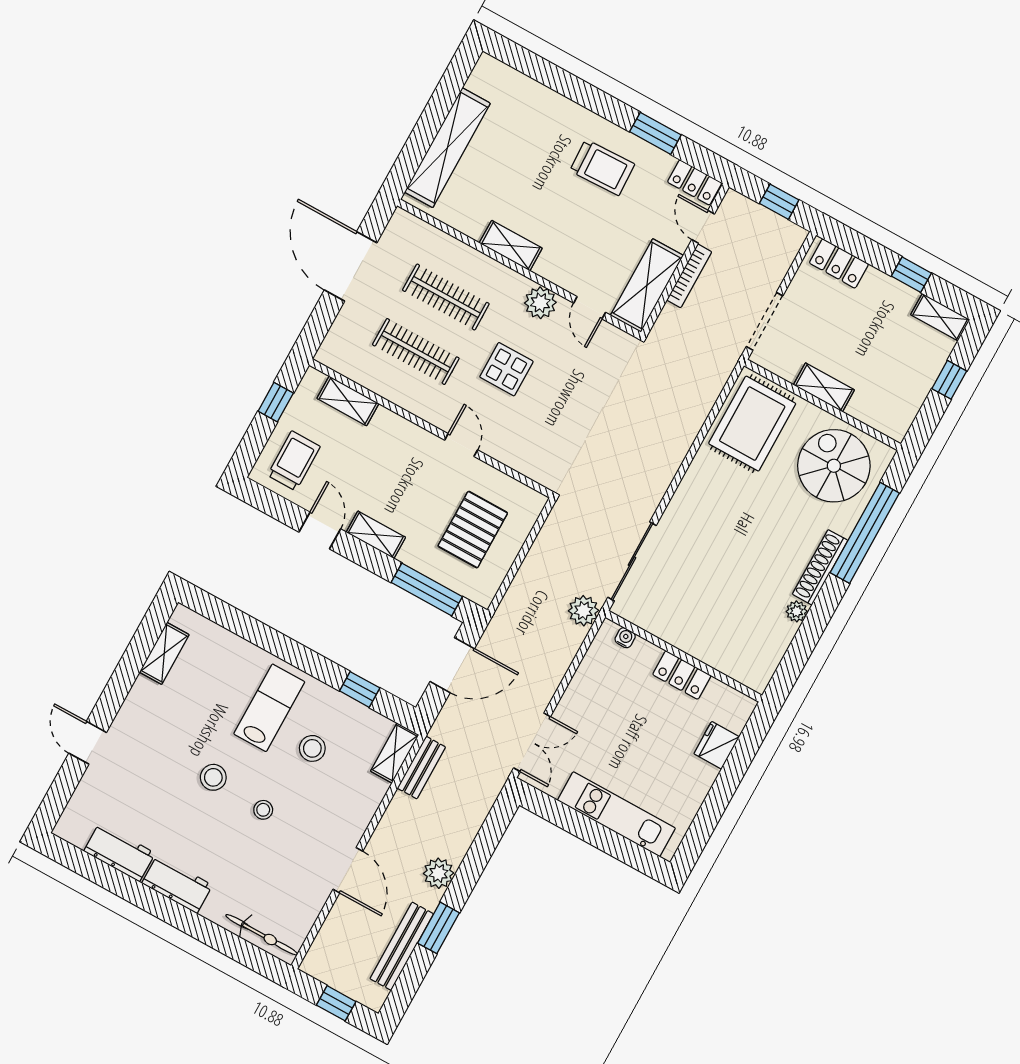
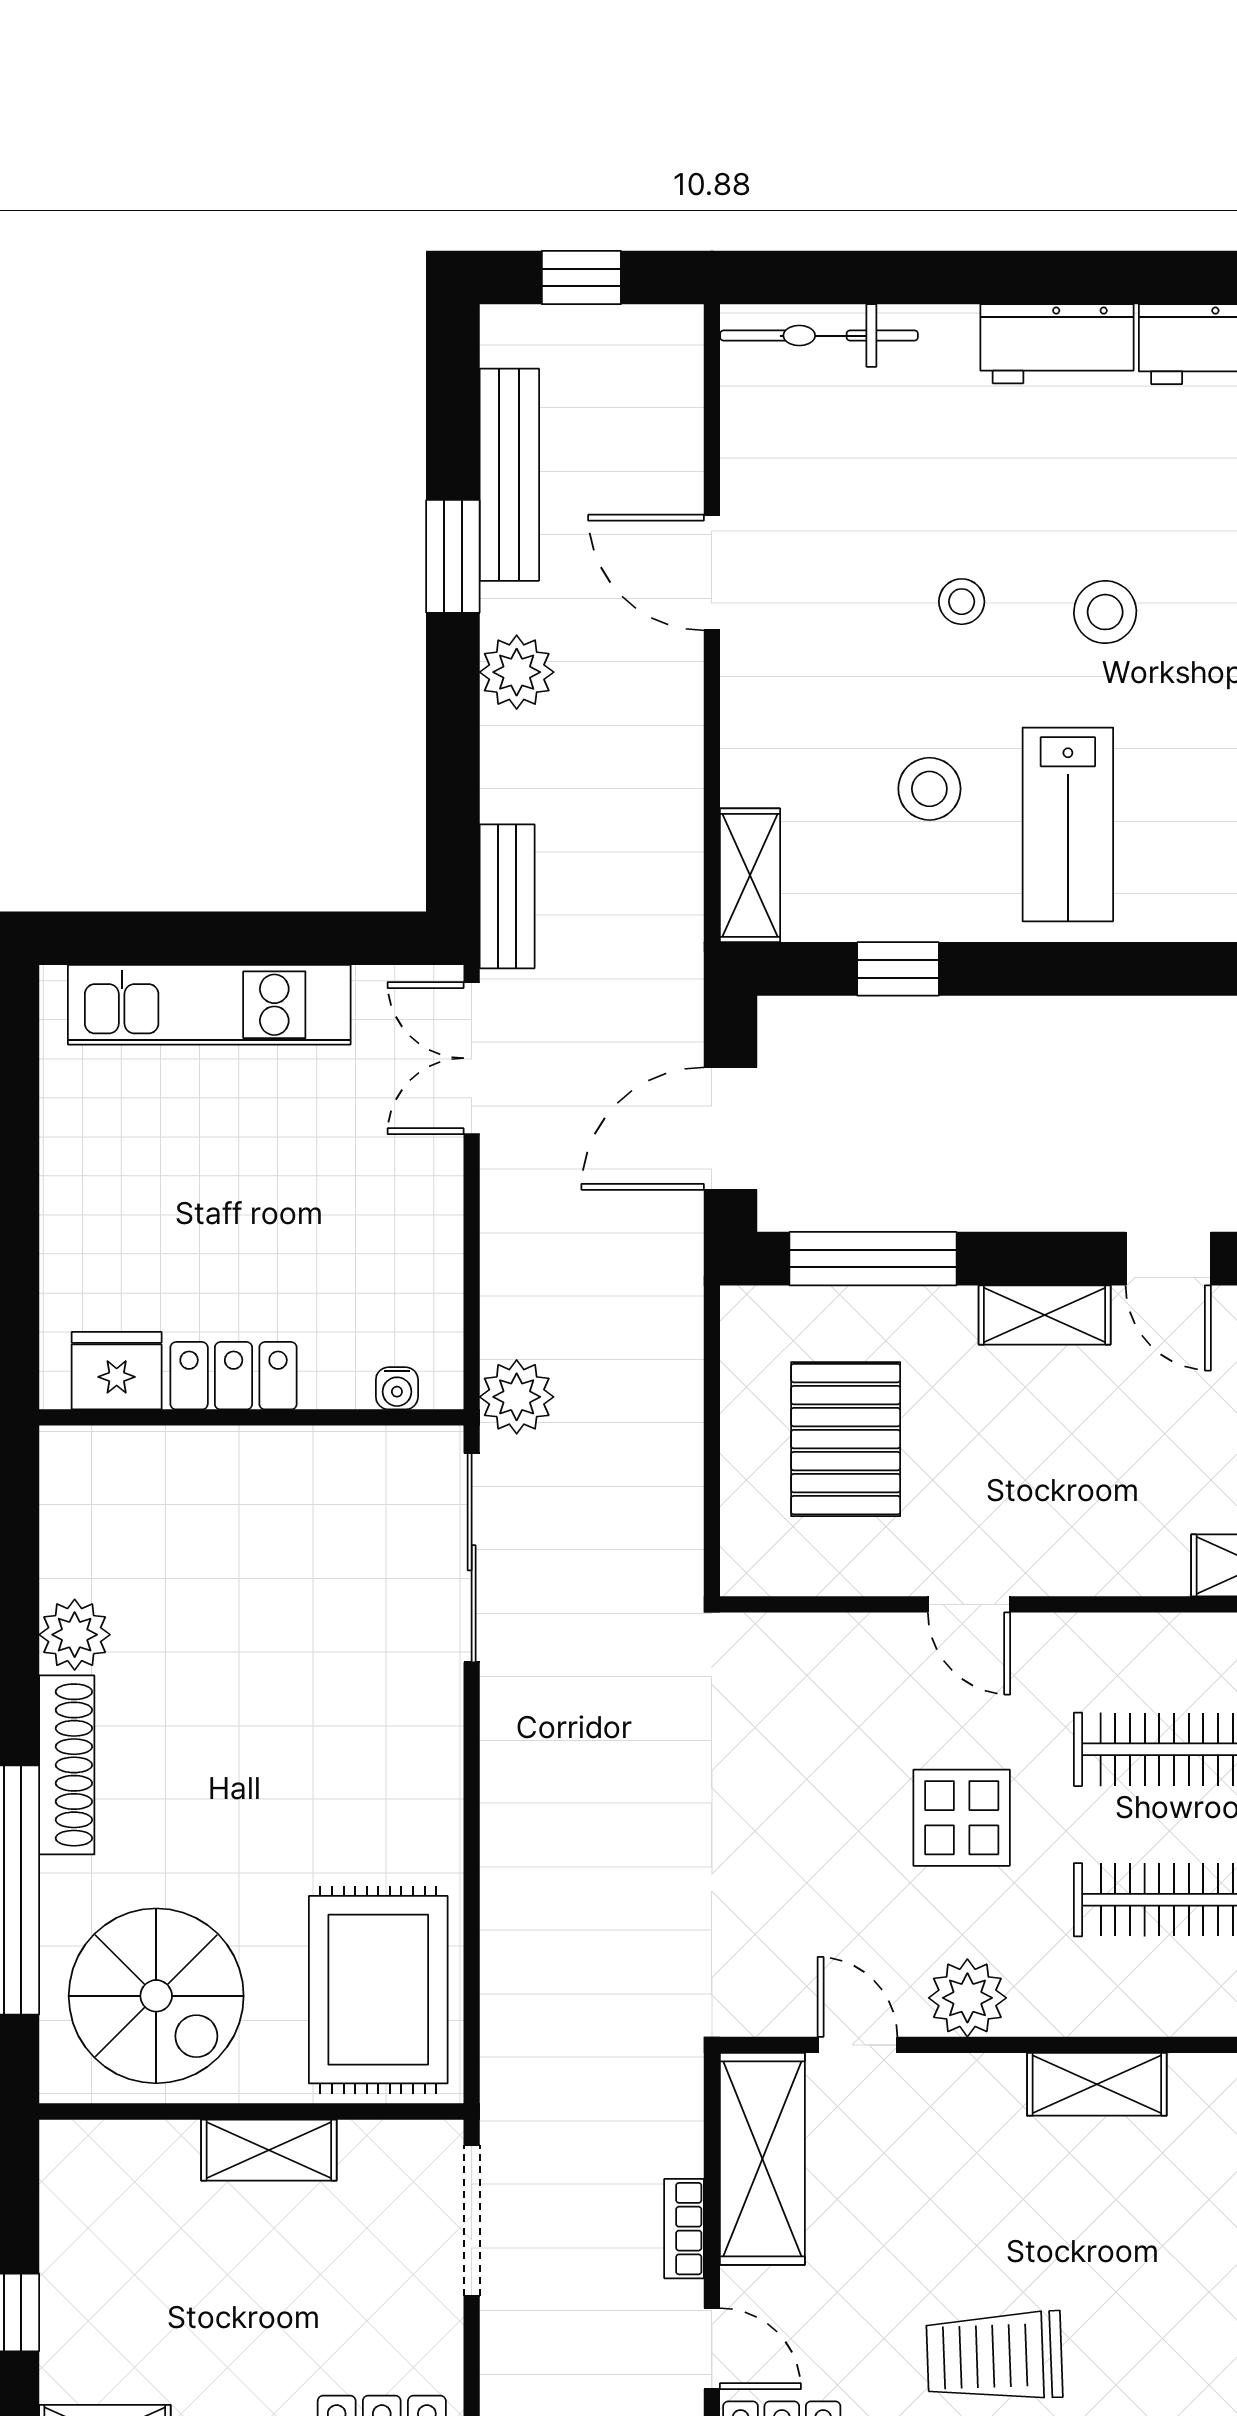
bookcase: (689, 276) -> (684, 2229), width x0.64
plant: (797, 611) -> (75, 1635), width x1.38, depth x1.38
fridge: (717, 745) -> (117, 1371), moved, turned -90
bench: (421, 768) -> (507, 896), moved

